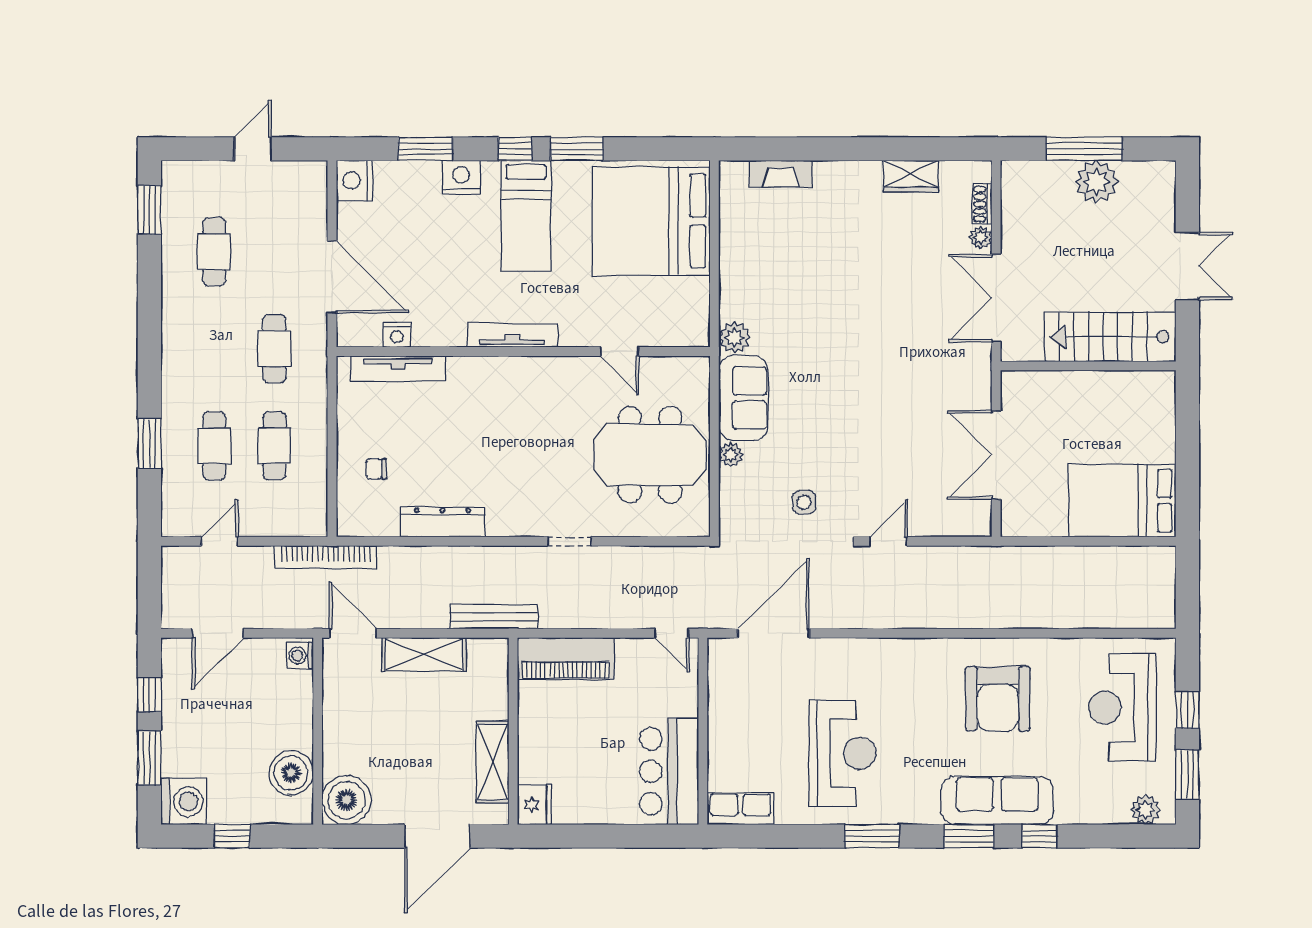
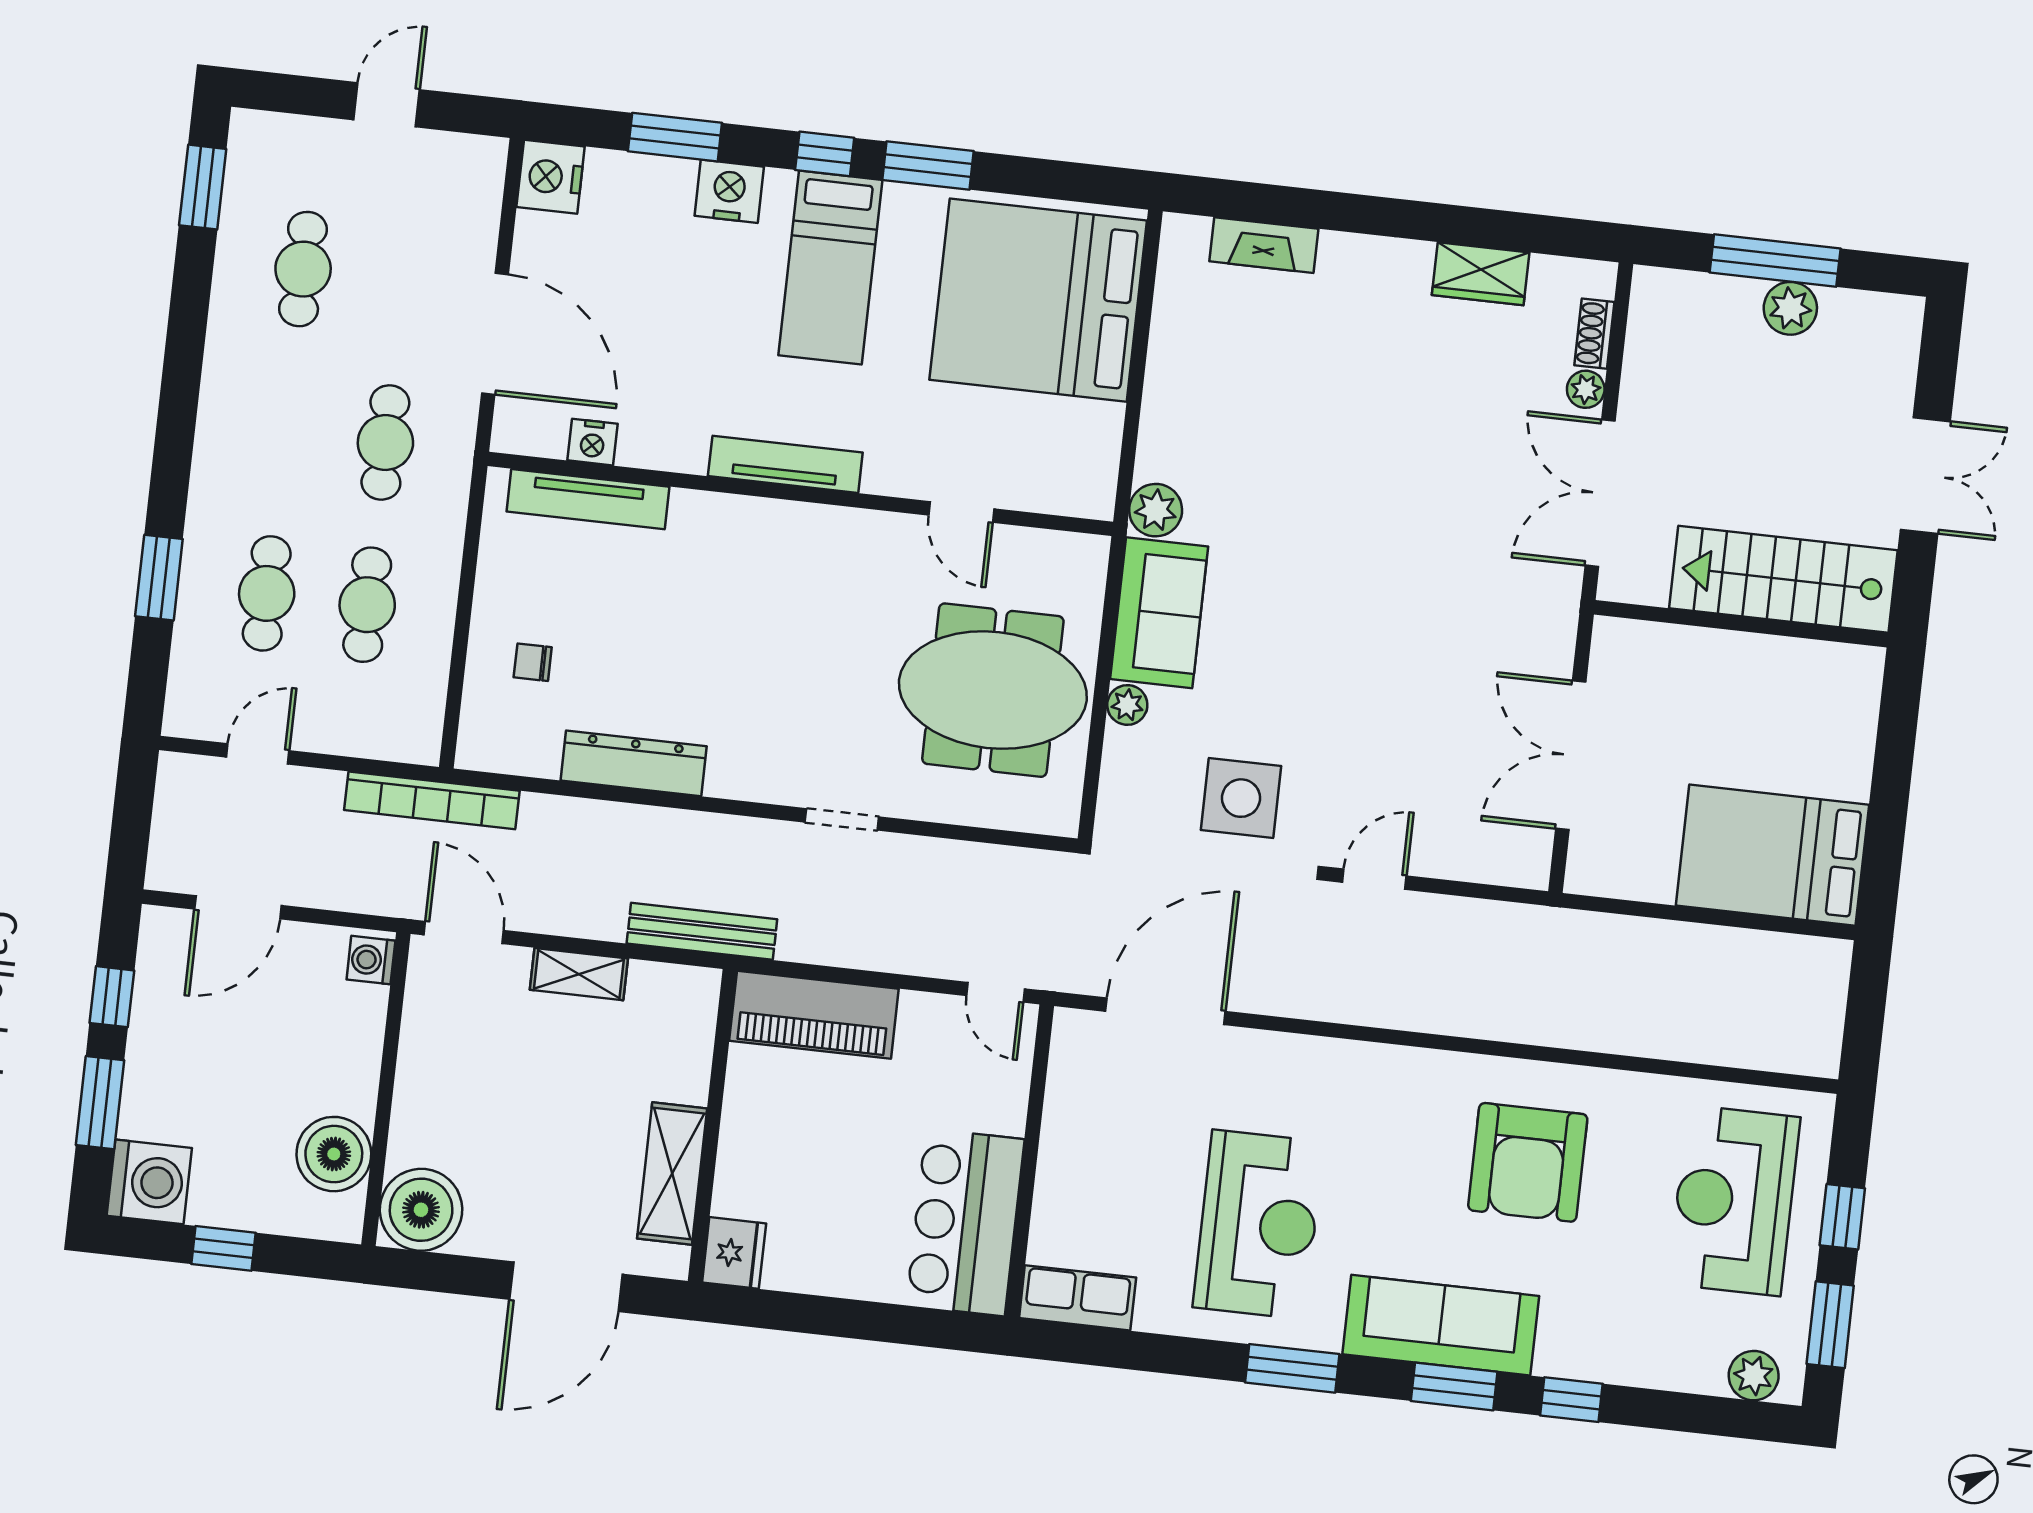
plant: (1096, 182) -> (1790, 308), width x0.73, depth x0.73
side table: (804, 502) -> (1241, 798), width x1.87, depth x1.87
shelving: (424, 654) -> (579, 974), width x0.67, depth x0.75
sofa: (997, 801) -> (1441, 1325), moved

